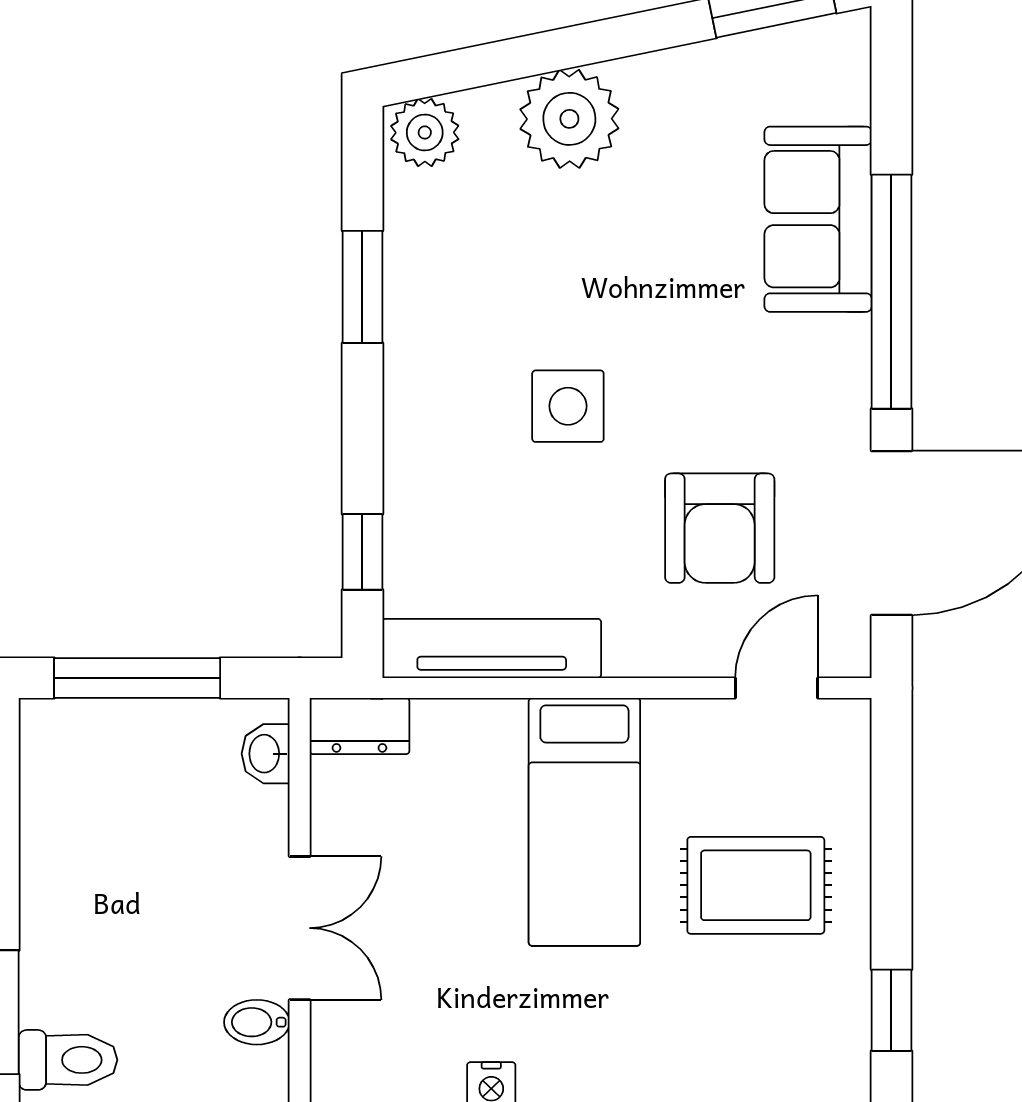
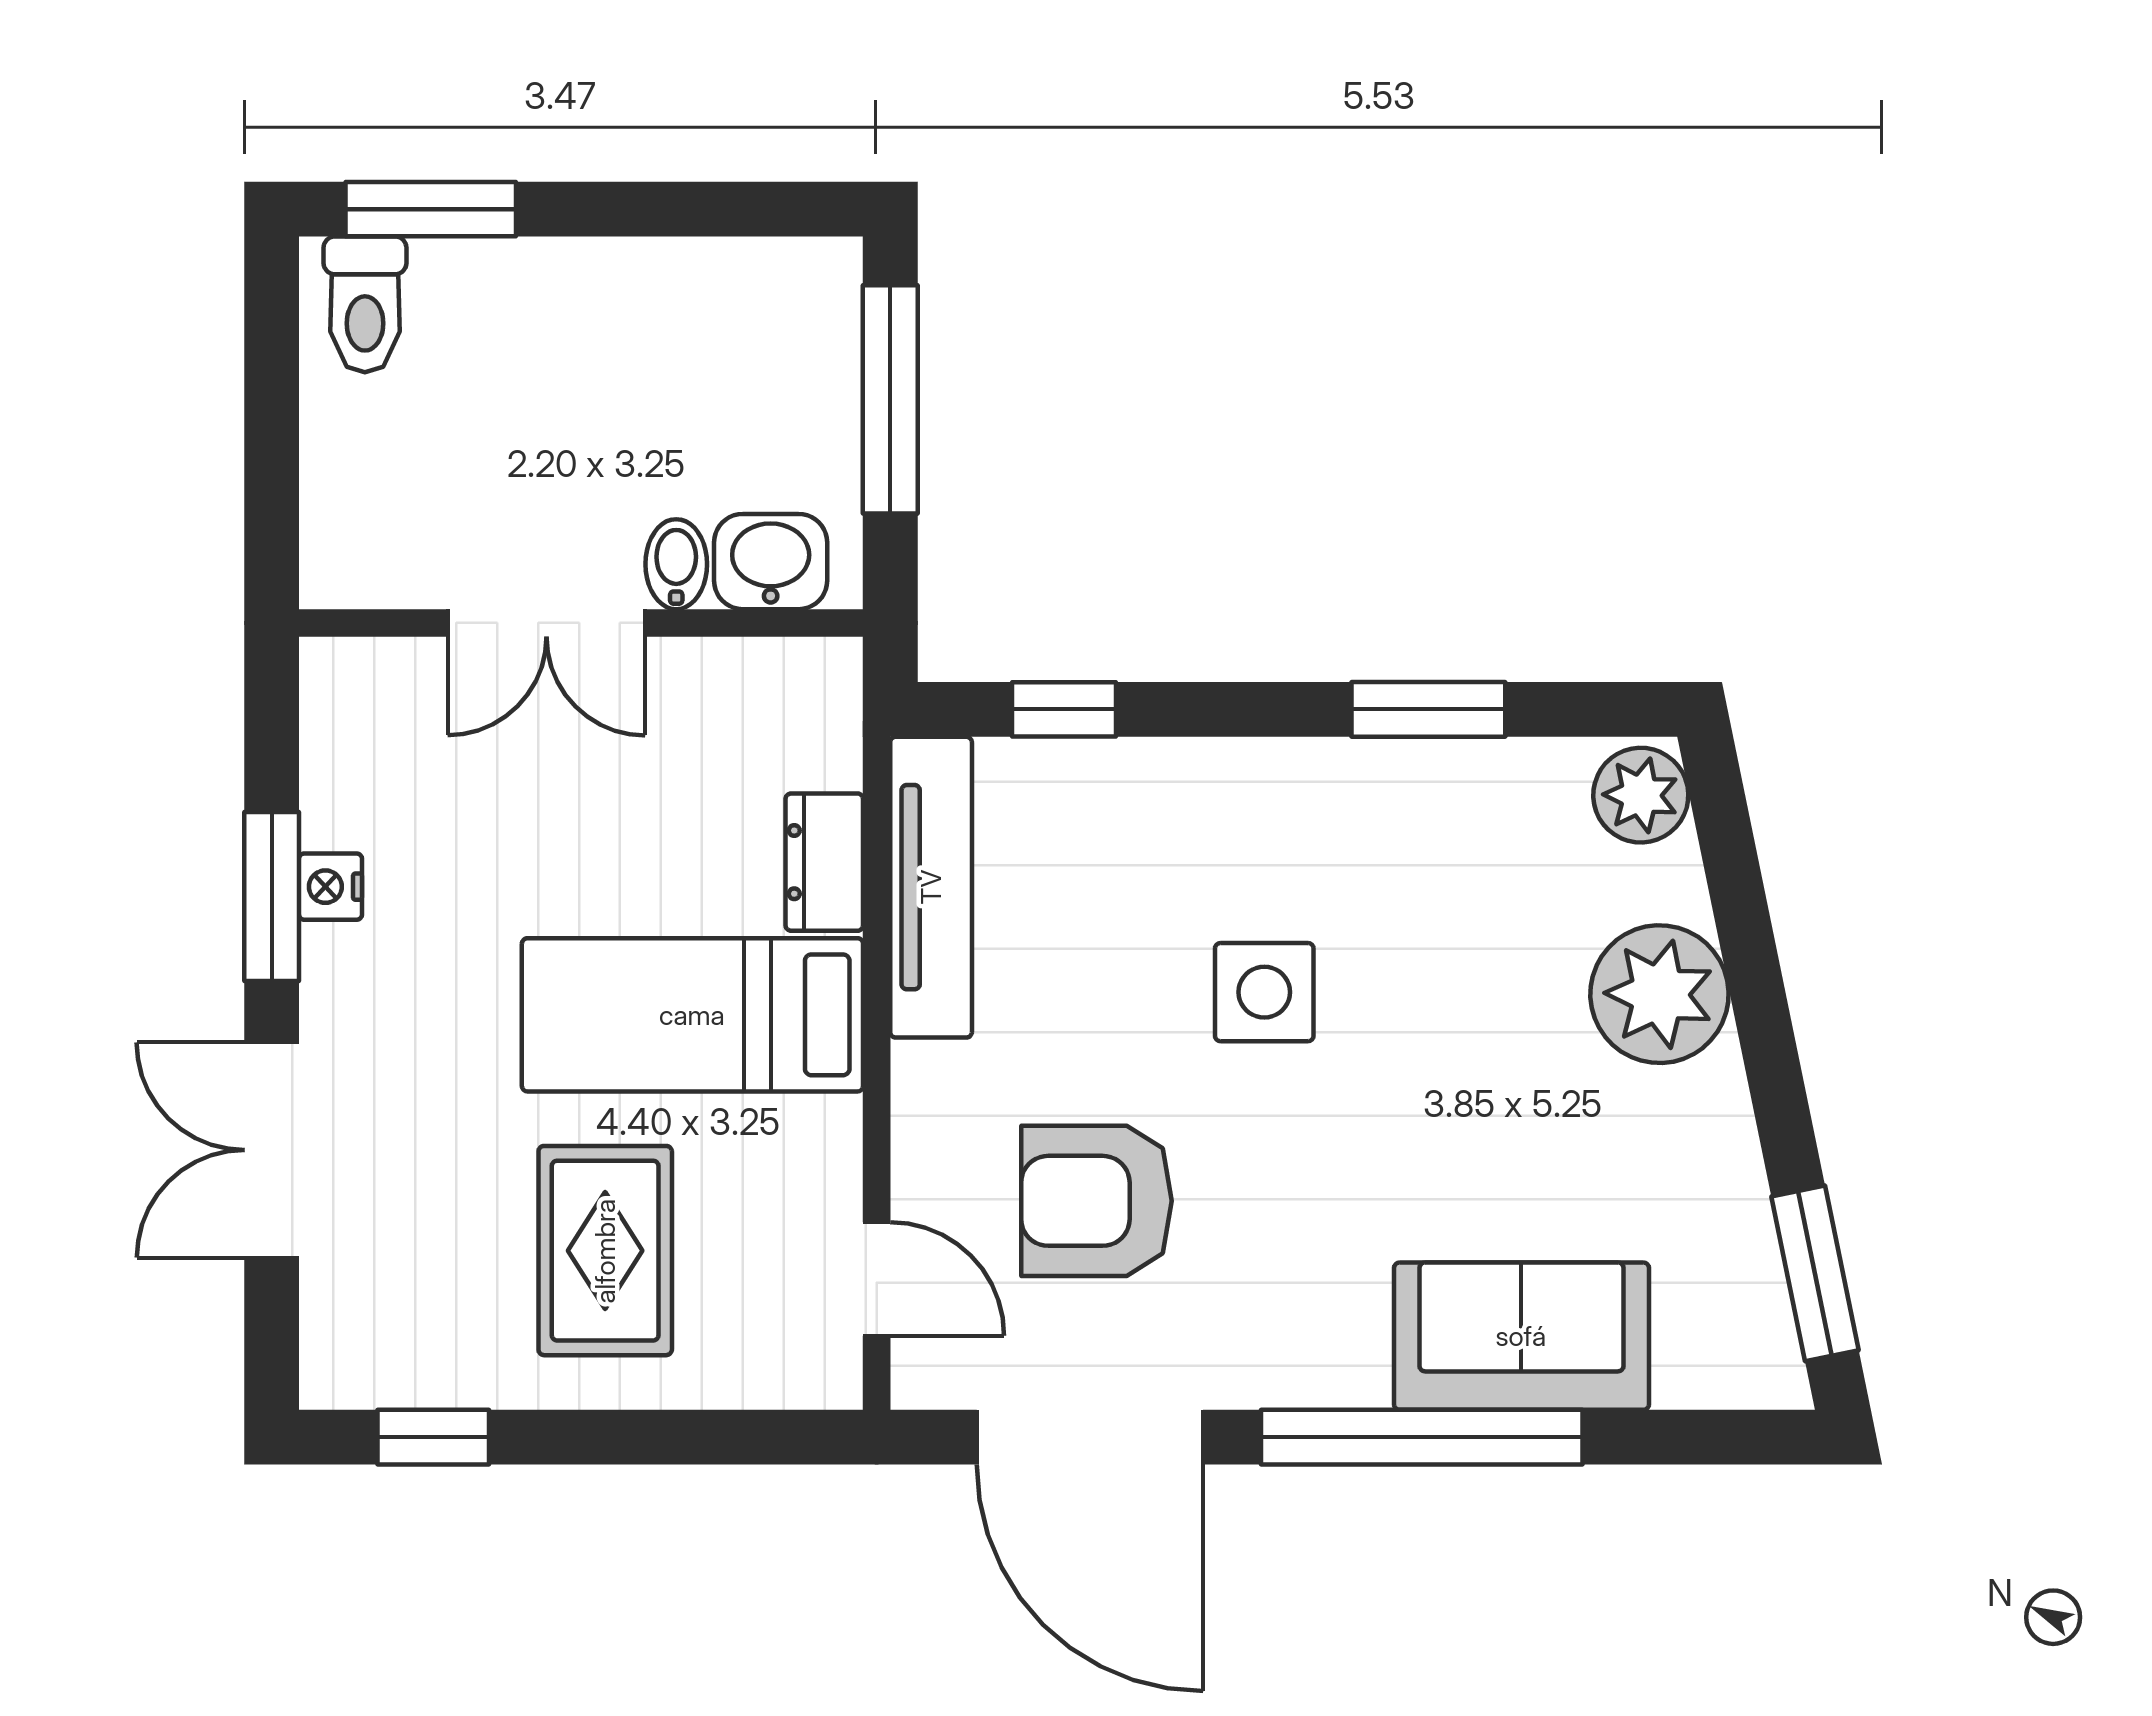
dresser: (359, 726) -> (824, 862), moved
washbasin: (266, 754) -> (771, 562), width x1.38, depth x1.45
bidet: (257, 1022) -> (676, 564), moved

